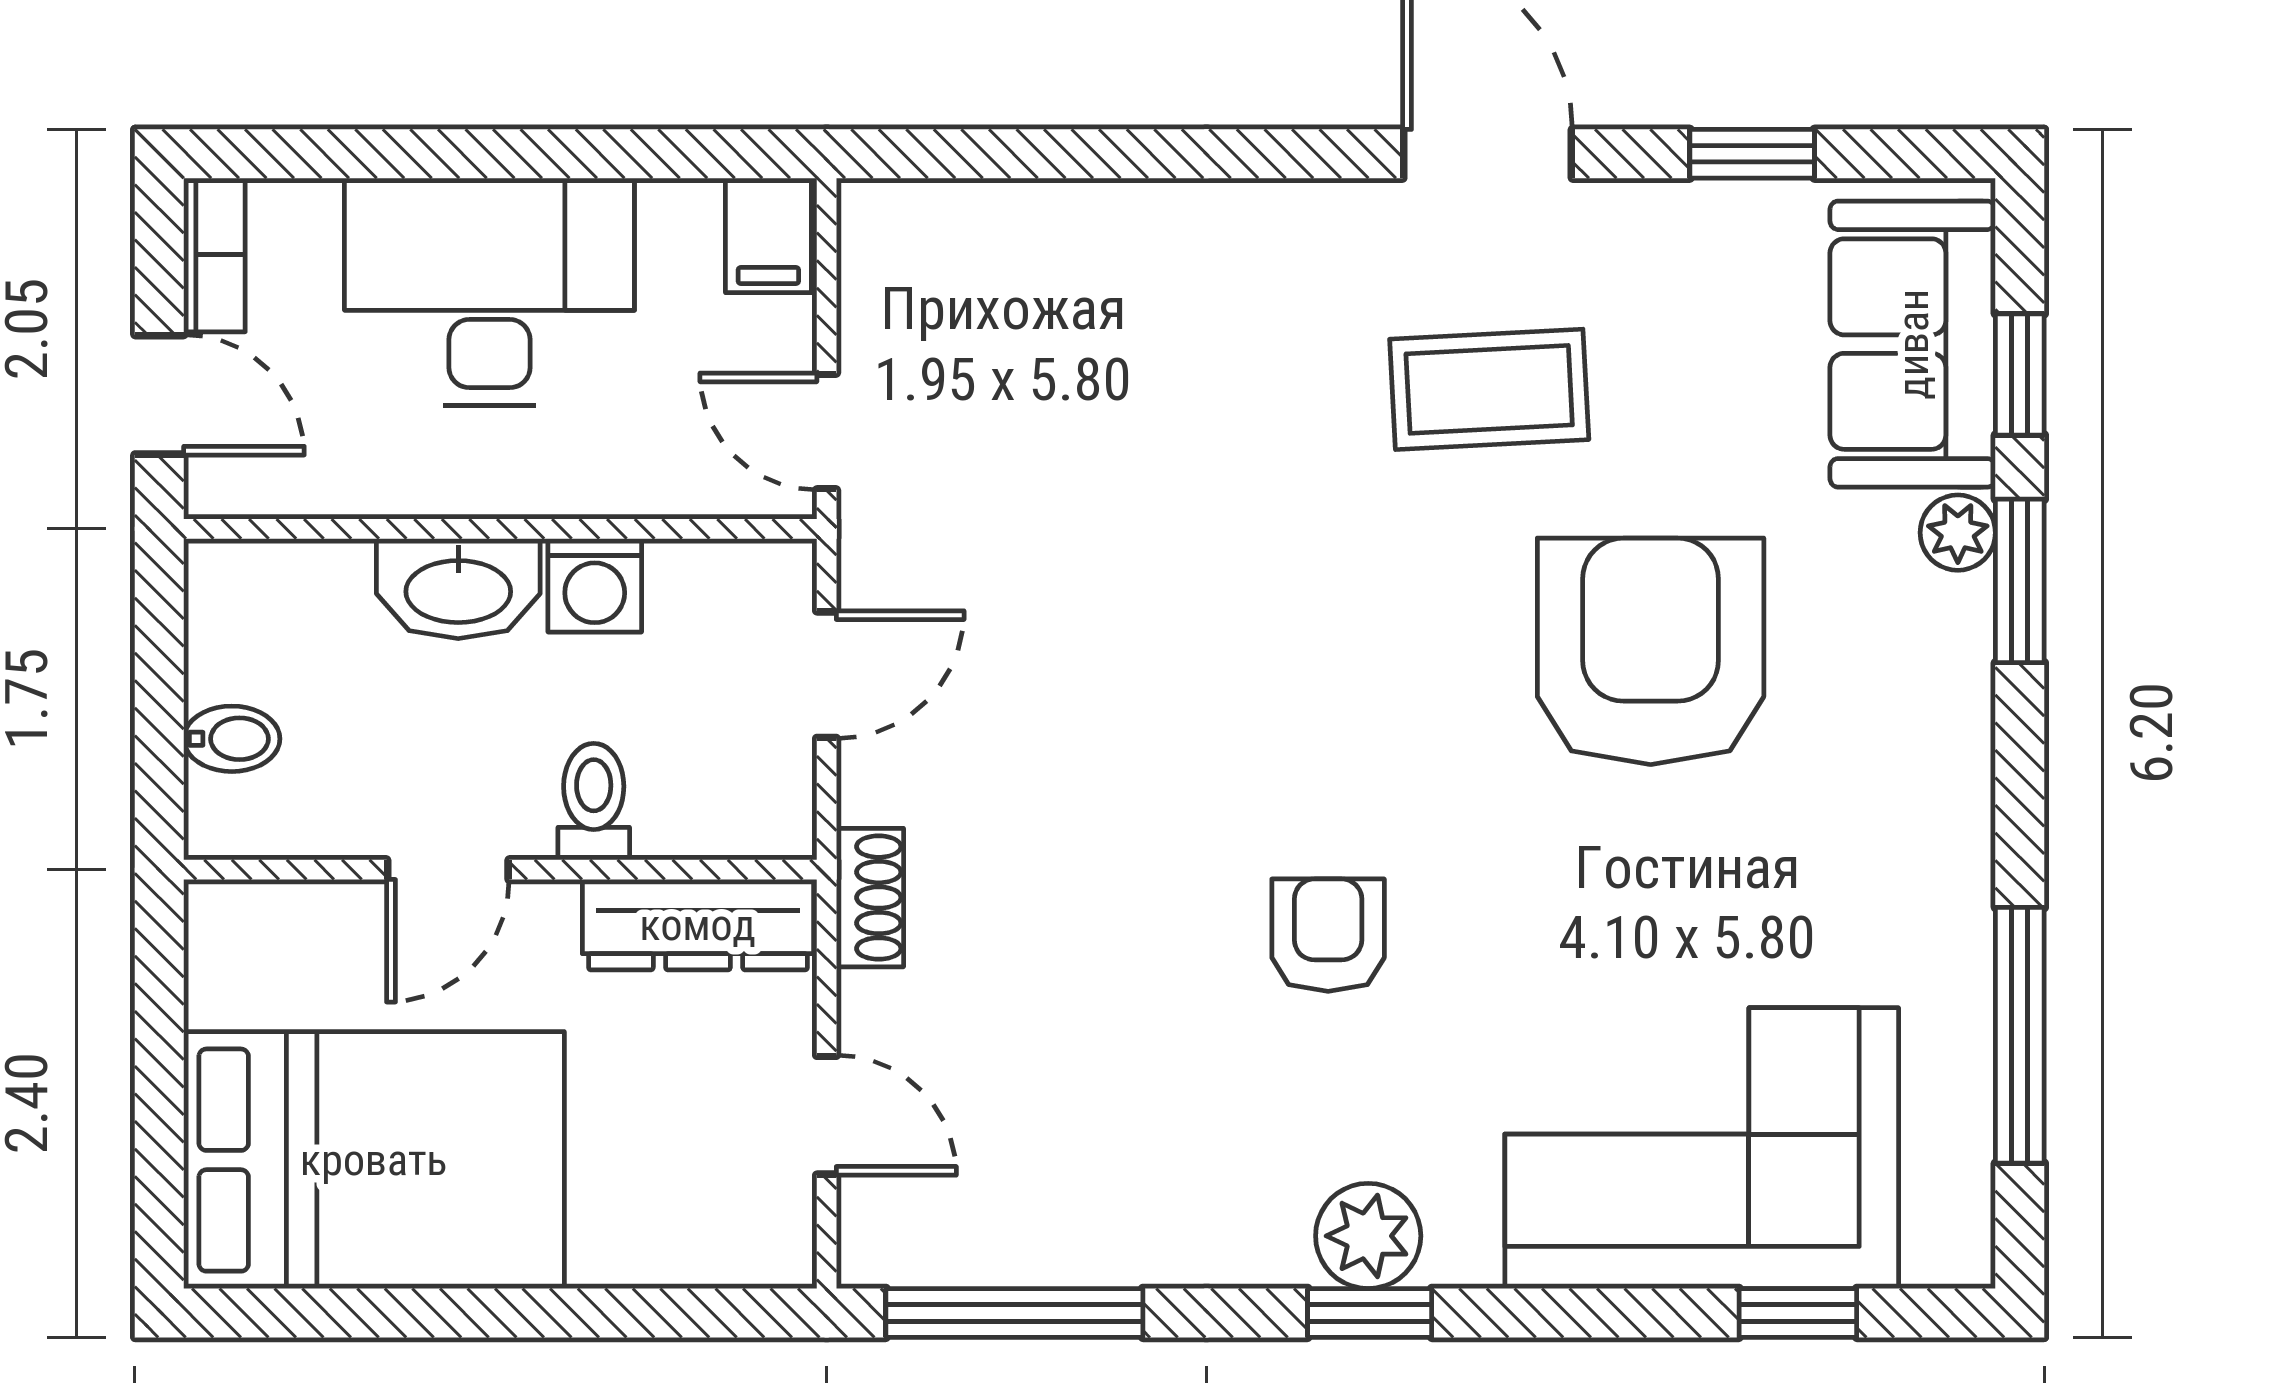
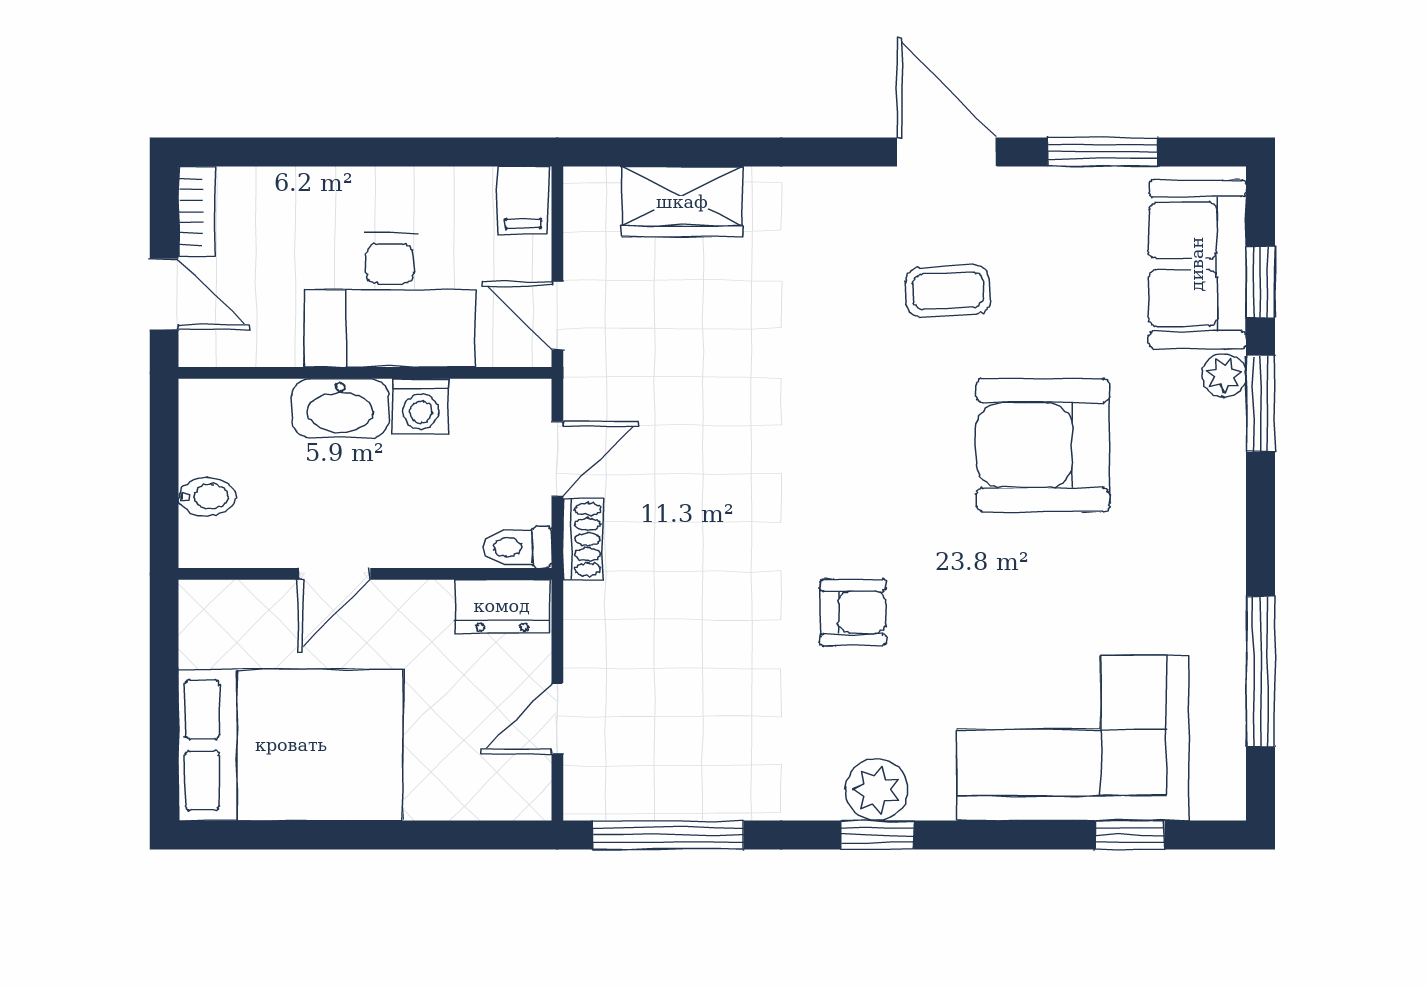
window: (1752, 154) -> (1103, 152), width x1.50
wardrobe: (1038, 238) -> (682, 202), added
desk: (489, 292) -> (390, 300), moved, turned 180
coffee table: (1489, 389) -> (948, 291), width x0.73, depth x0.77
armchair: (1651, 651) -> (1043, 445), turned -90
toilet: (594, 802) -> (517, 547), moved, turned -90
shoe rack: (870, 898) -> (583, 539), moved
dresser: (698, 925) -> (502, 606), width x0.70
armchair: (1328, 935) -> (853, 612), turned 90
door: (827, 1115) -> (557, 719), swing flipped

